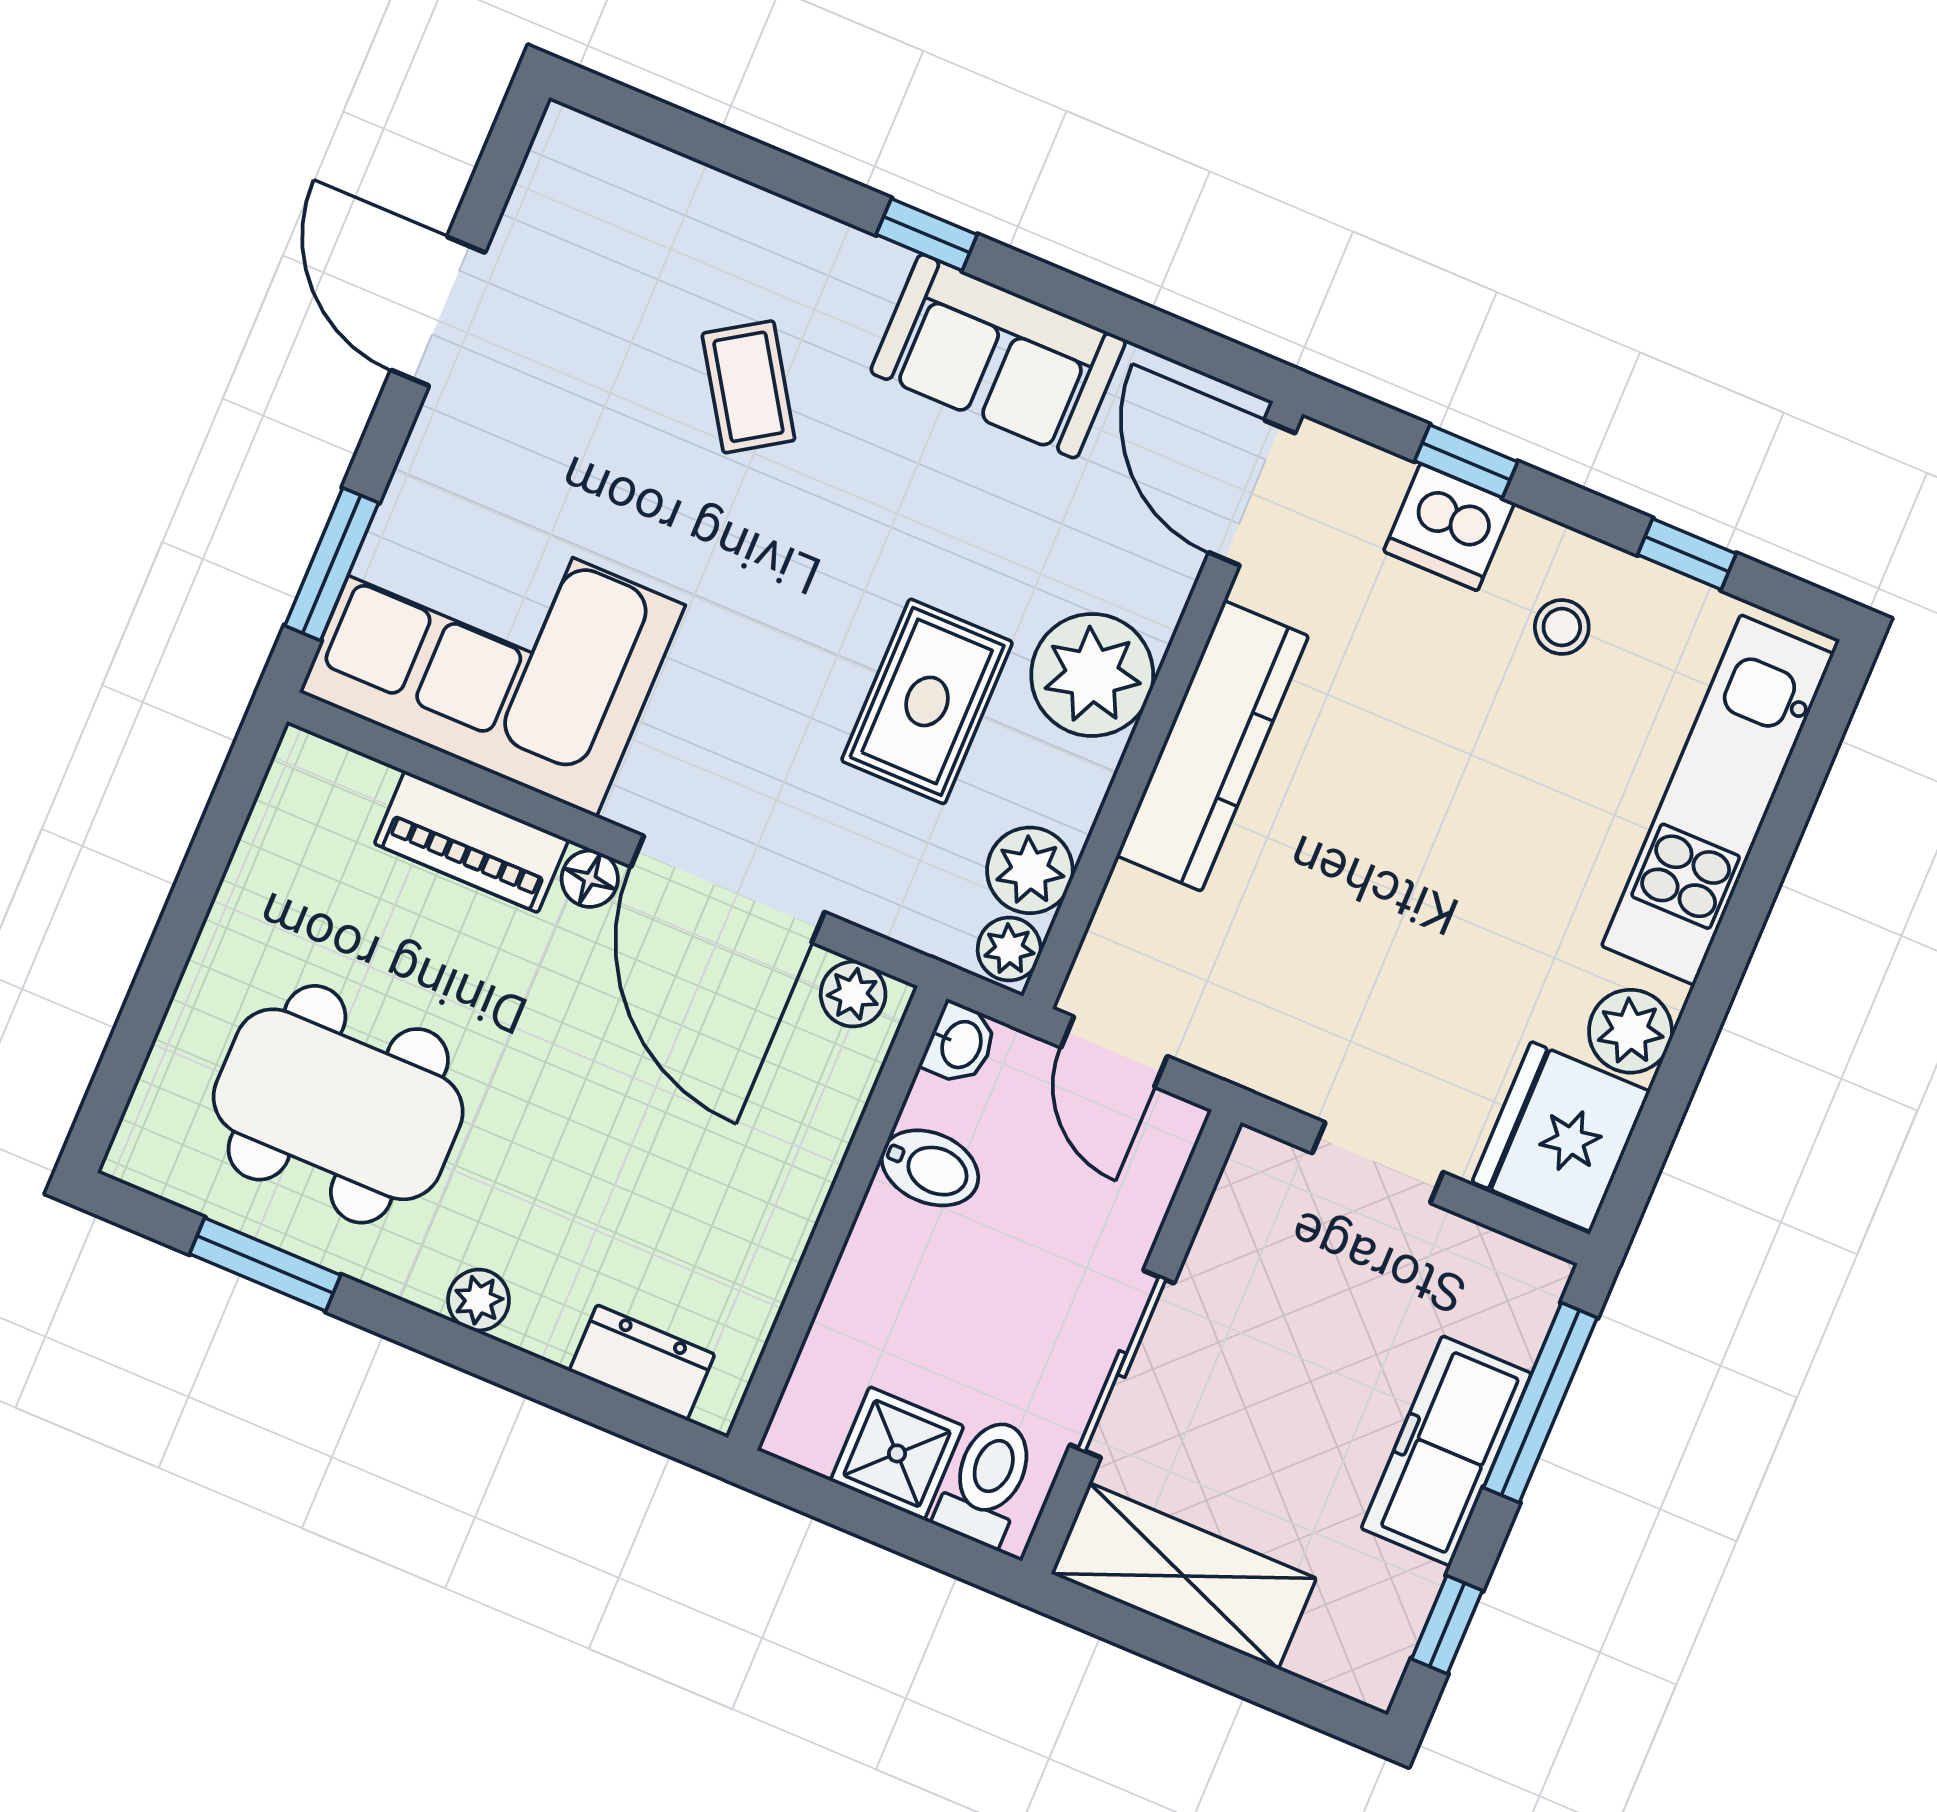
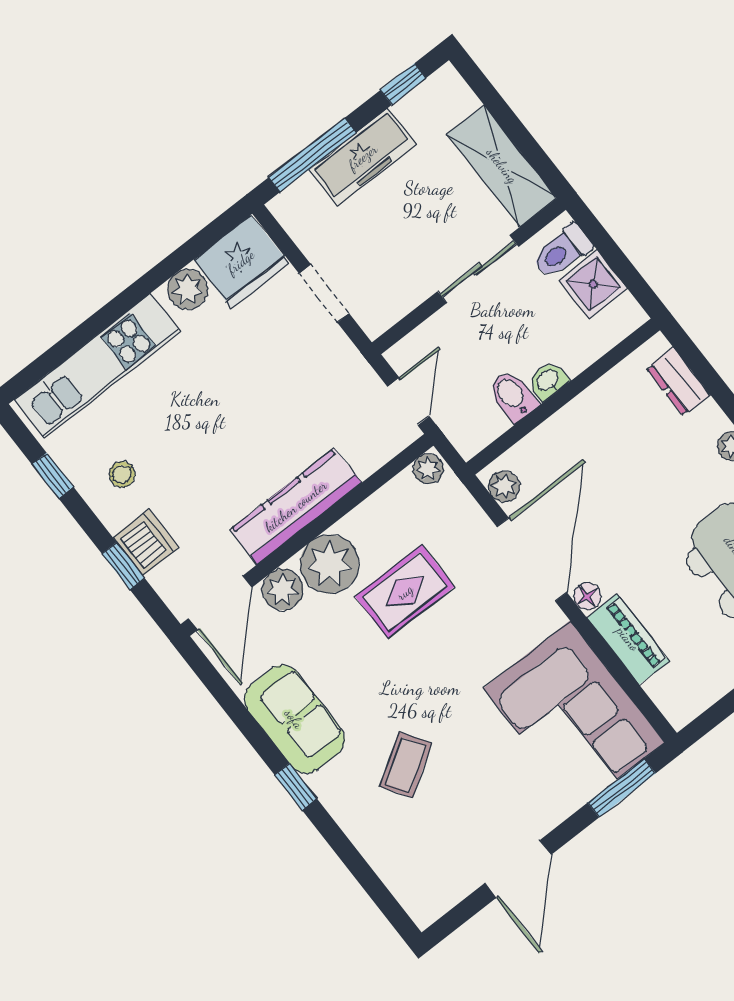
plant: (1030, 870) -> (283, 590), moved
washbasin: (960, 1044) -> (548, 381), moved

